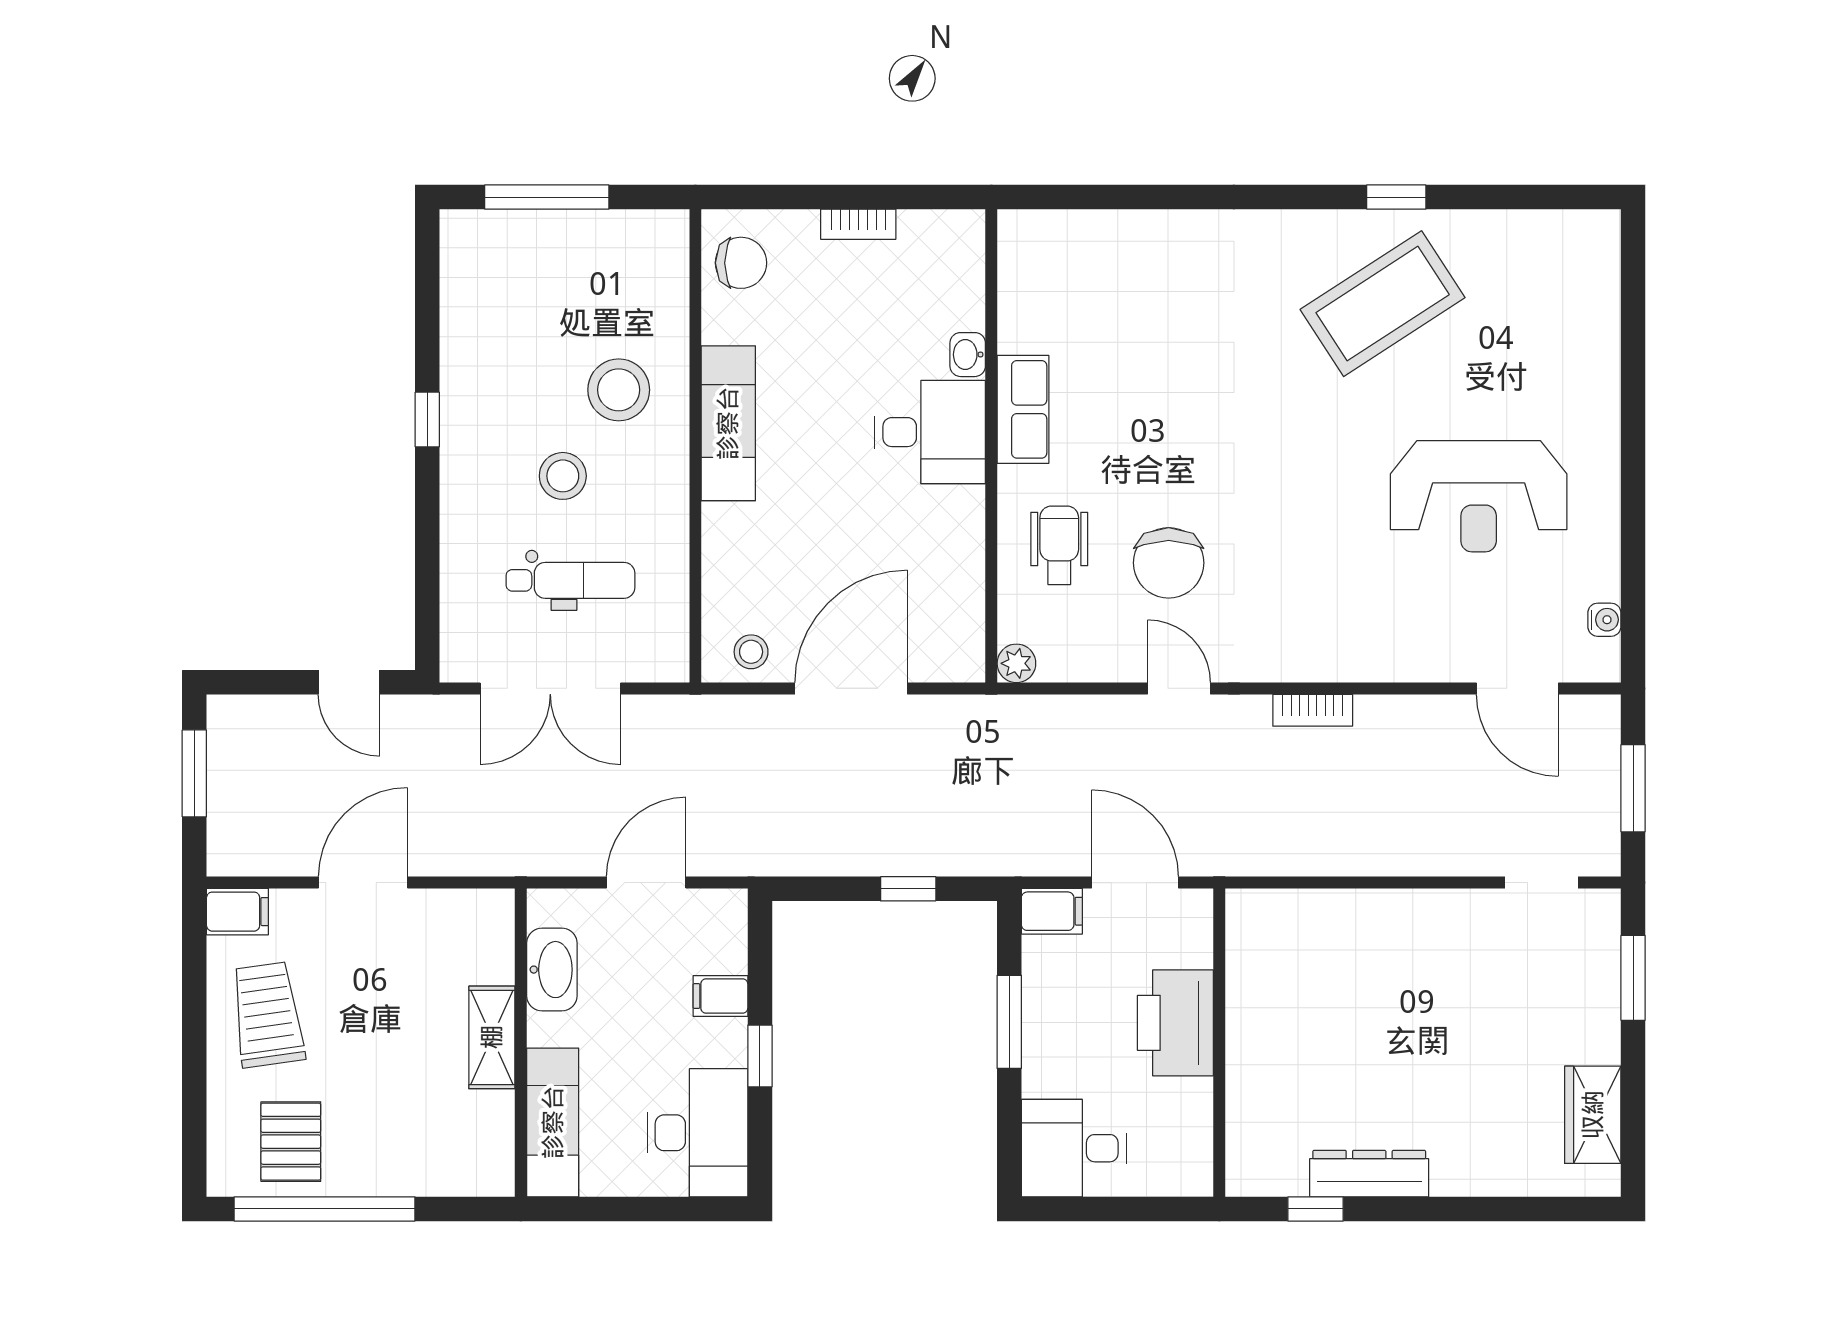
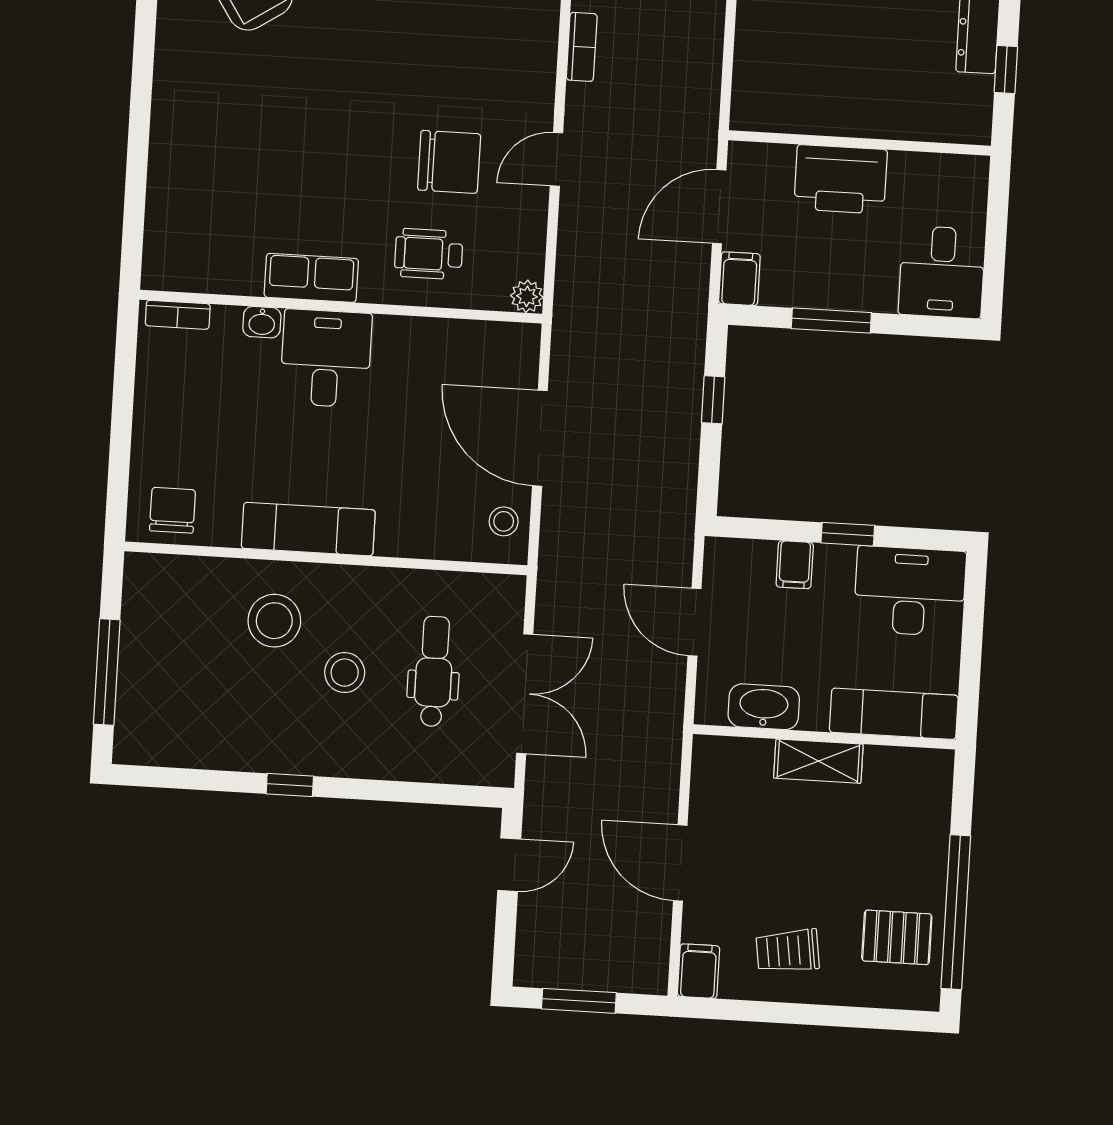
bookcase: (858, 224) -> (178, 315), moved, turned 90
trolley: (267, 1015) -> (788, 951), width x0.73, depth x0.72

